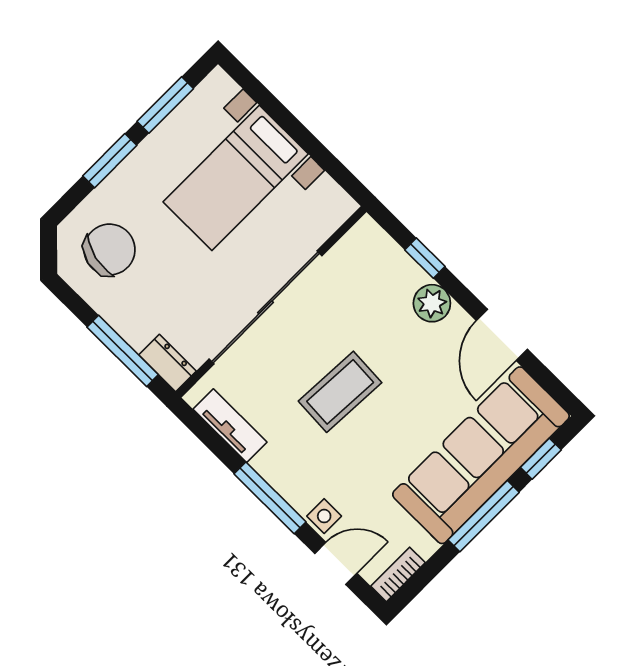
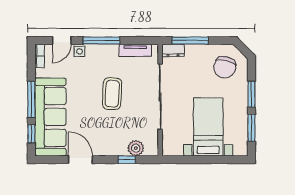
plant: (432, 303) -> (136, 148), moved

